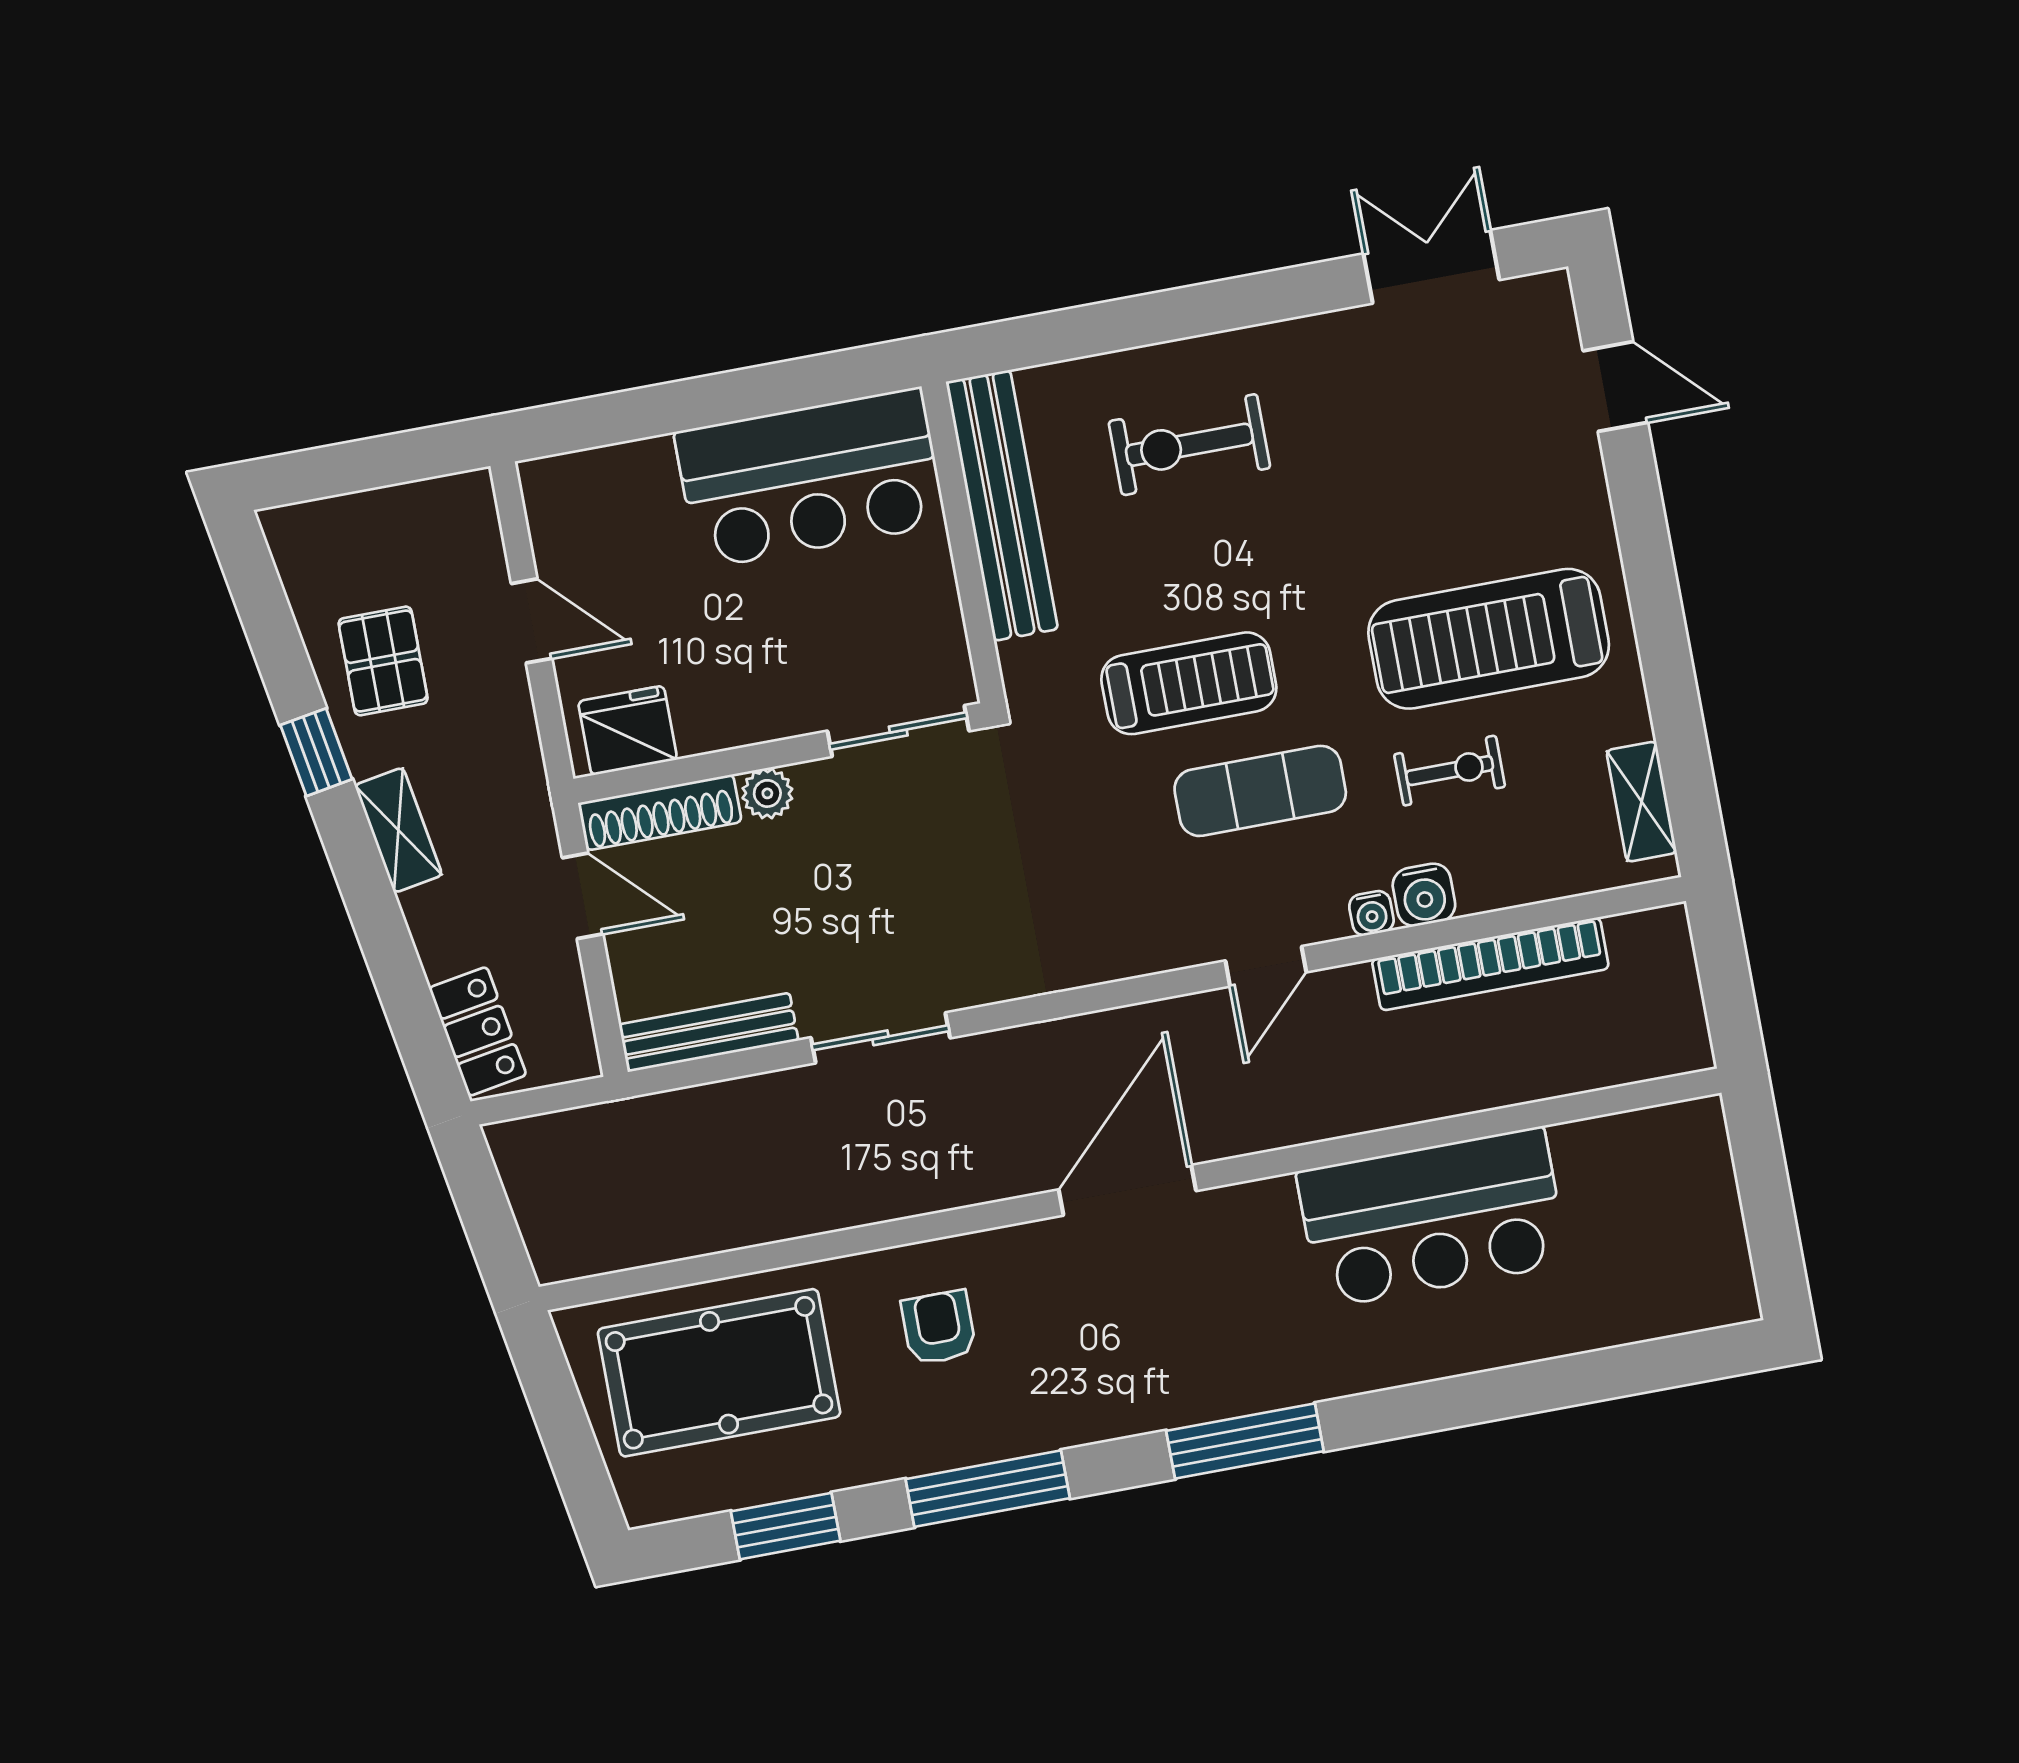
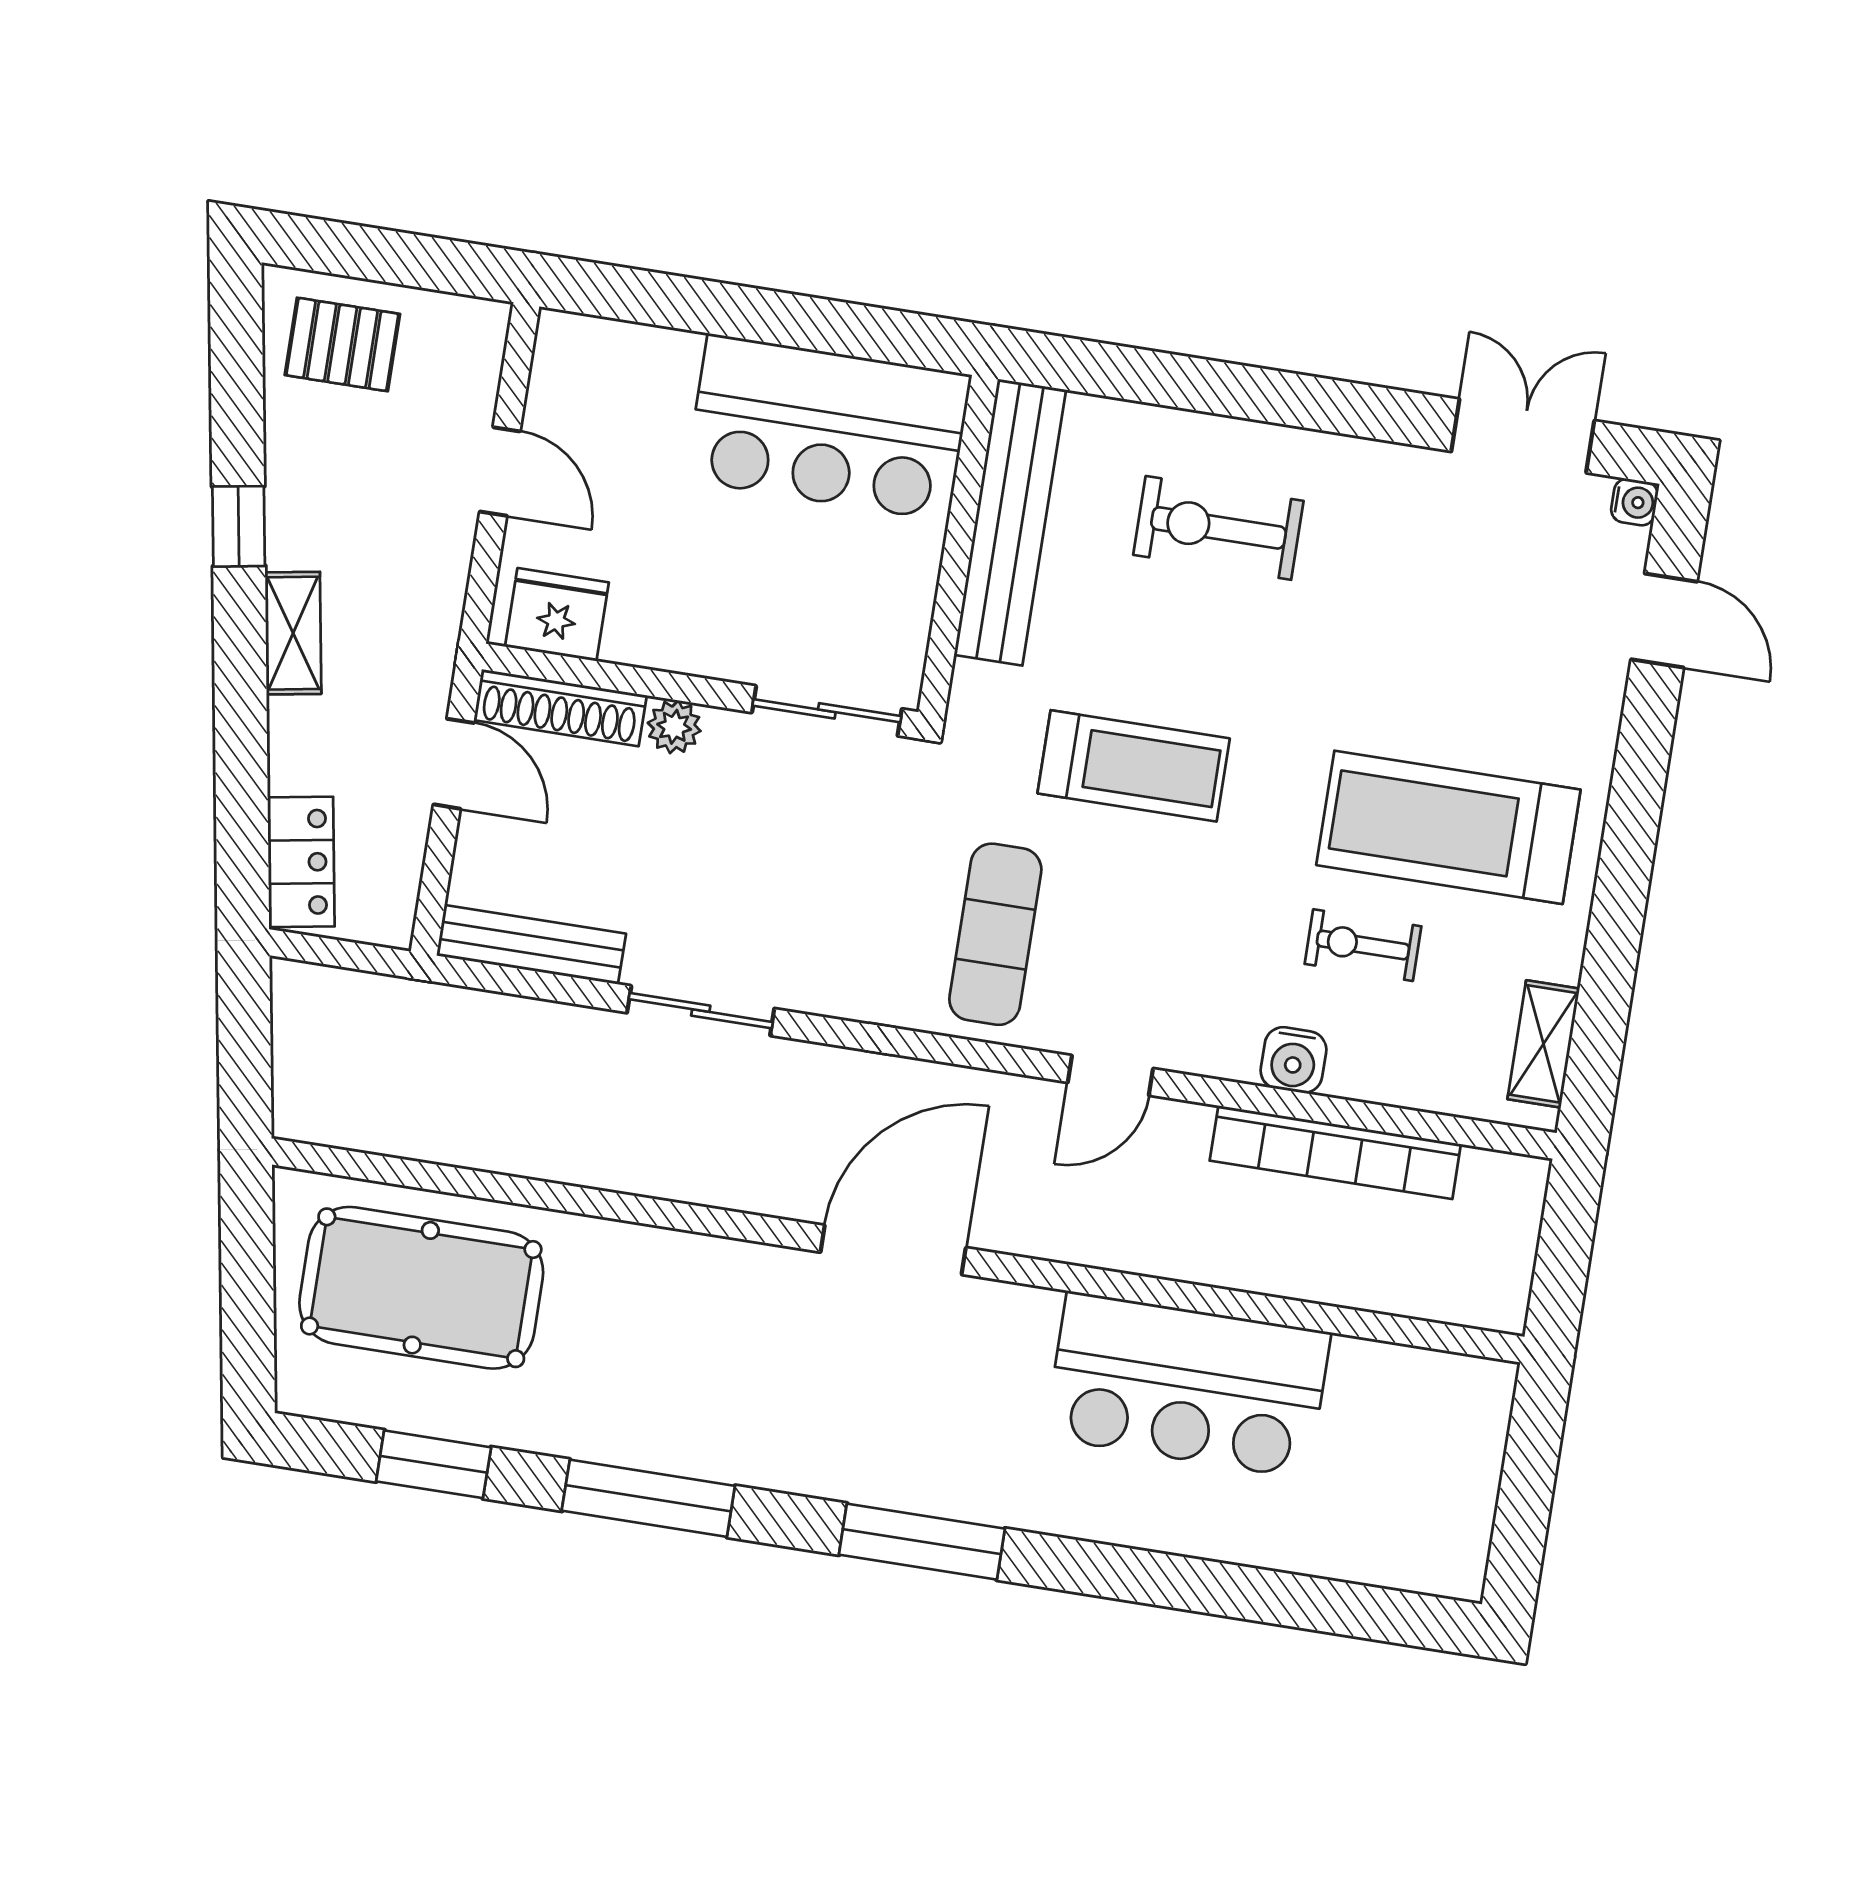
pallet: (383, 661) -> (342, 344), moved, turned 90
exercise bike: (1450, 771) -> (1363, 945), turned 180
exercise mat: (1260, 791) -> (995, 934), moved, turned 90
water cooler: (1371, 913) -> (1634, 502), moved, turned -90
armchair: (939, 1327) -> (656, 1320), removed

